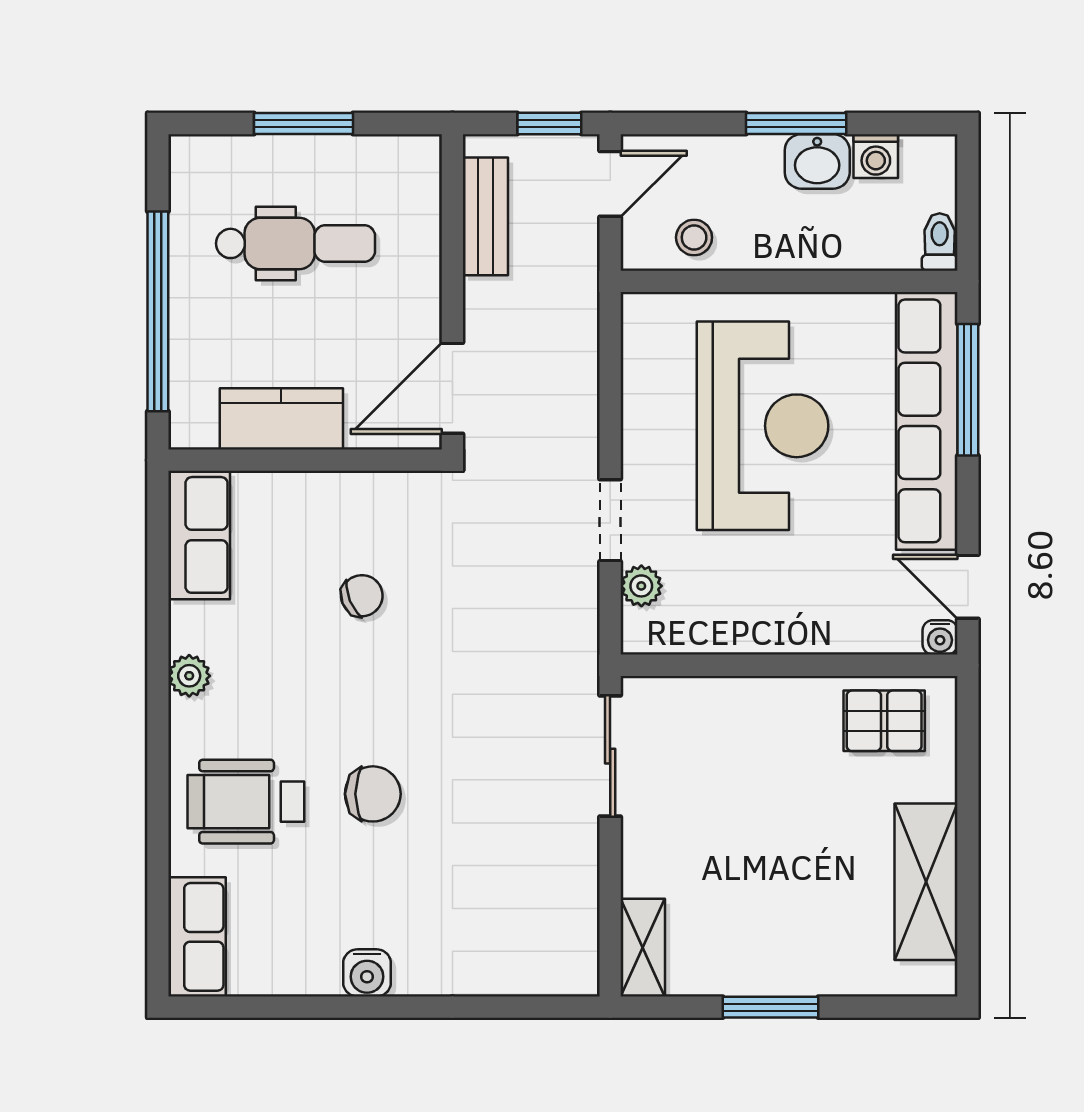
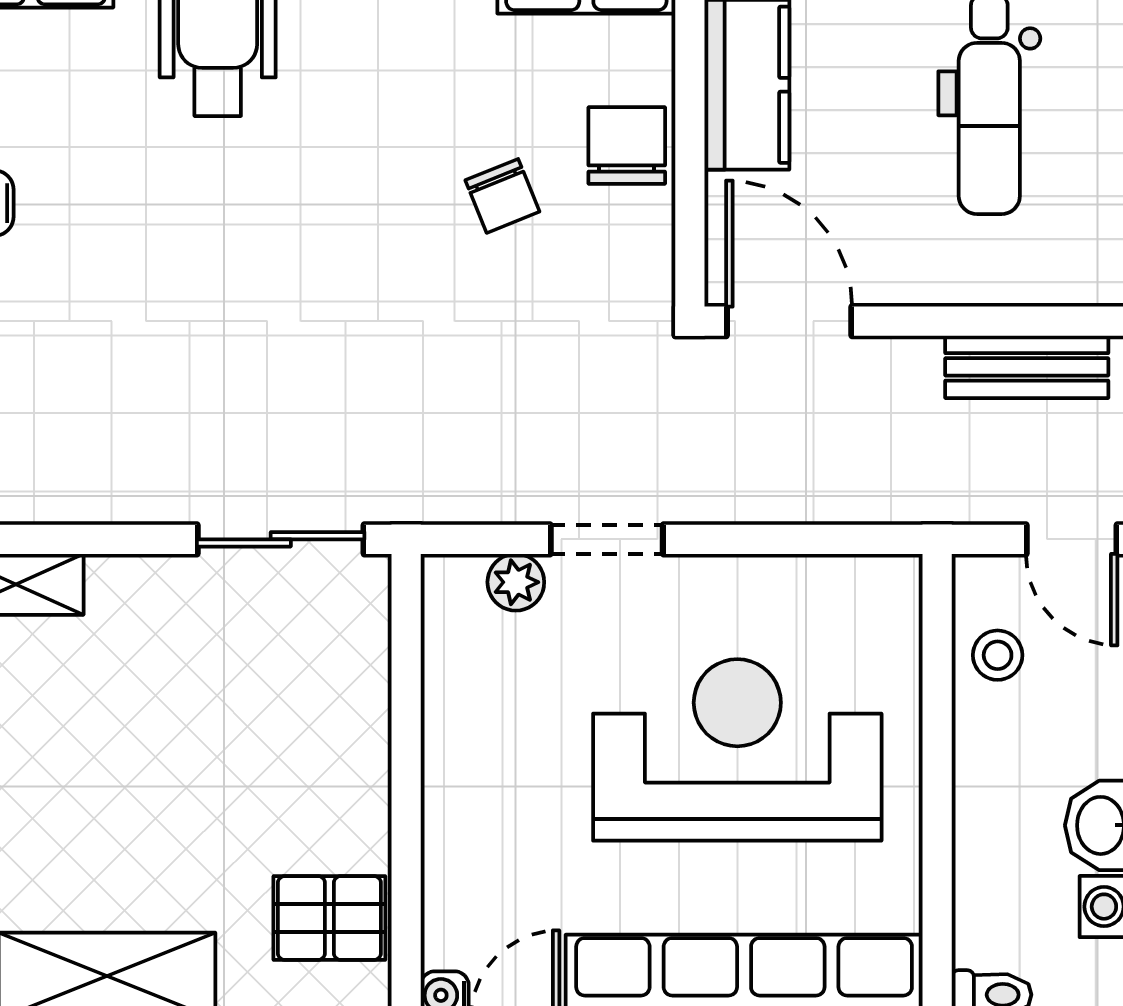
reception desk: (763, 426) -> (737, 750), turned 180
pallet: (884, 721) -> (329, 918), turned 90
chair: (373, 794) -> (627, 146), moved, turned 180

